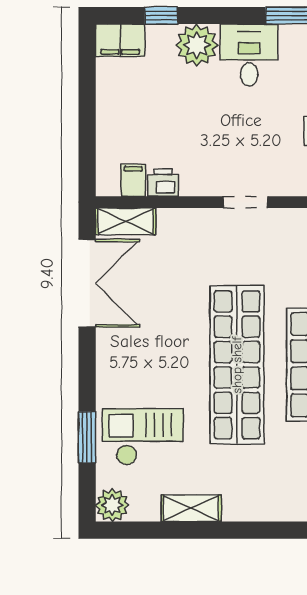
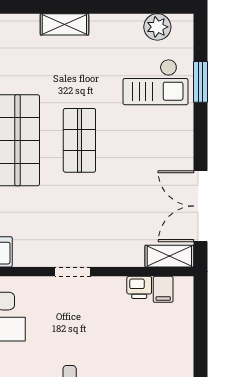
shop shelf: (237, 365) -> (79, 140), width x0.50, depth x0.74
plant: (112, 505) -> (157, 27), moved
shelving: (191, 508) -> (64, 24), moved

